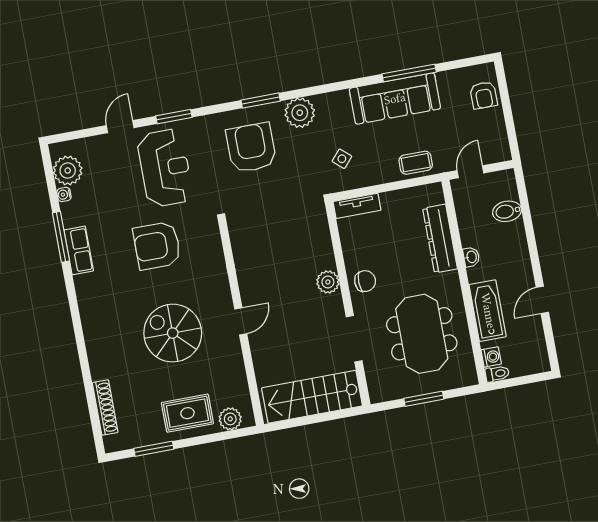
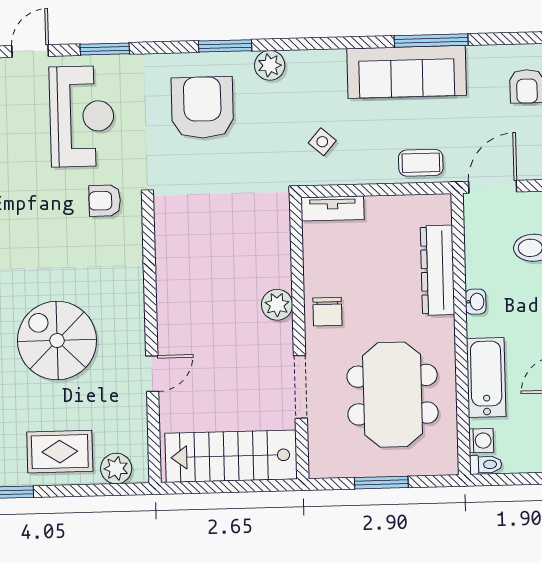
plant: (300, 113) -> (270, 65), width x0.73, depth x0.73
door: (470, 172) -> (493, 187), width x1.38
armchair: (157, 246) -> (105, 201), moved, width x0.53, depth x0.53
chair: (365, 281) -> (327, 312), turned 90
door: (241, 321) -> (152, 374), moved

